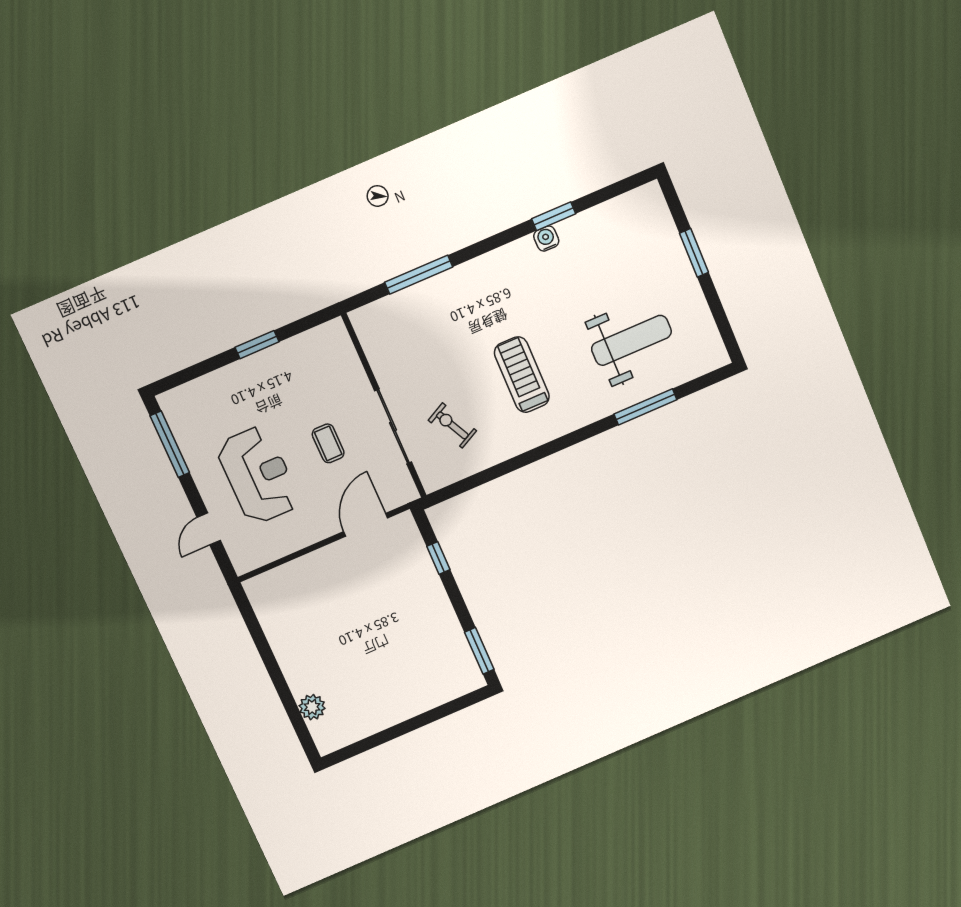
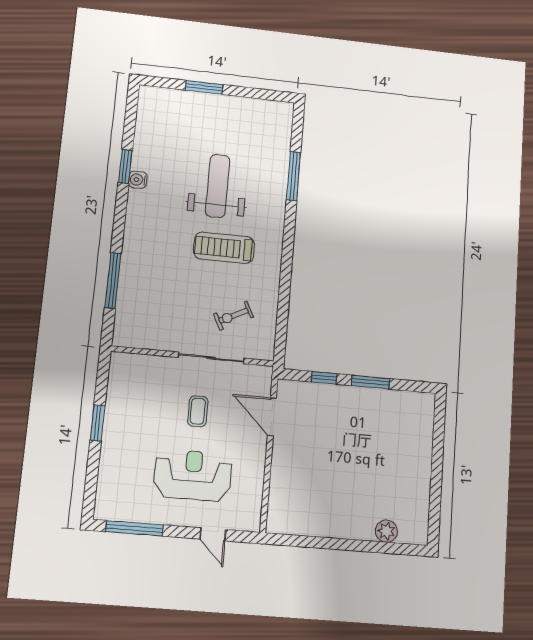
weight bench: (631, 340) -> (218, 186), moved
coffee table: (328, 443) -> (198, 411), turned 90
window: (479, 651) -> (371, 382), moved

